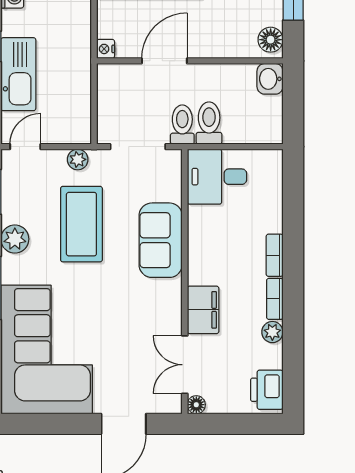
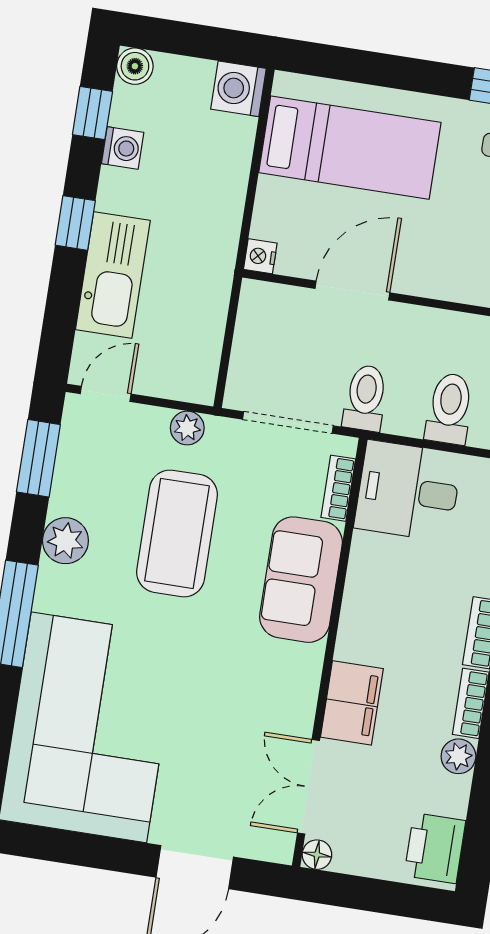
toilet: (209, 123) -> (449, 409), moved
bookcase: (174, 182) -> (338, 488), added

